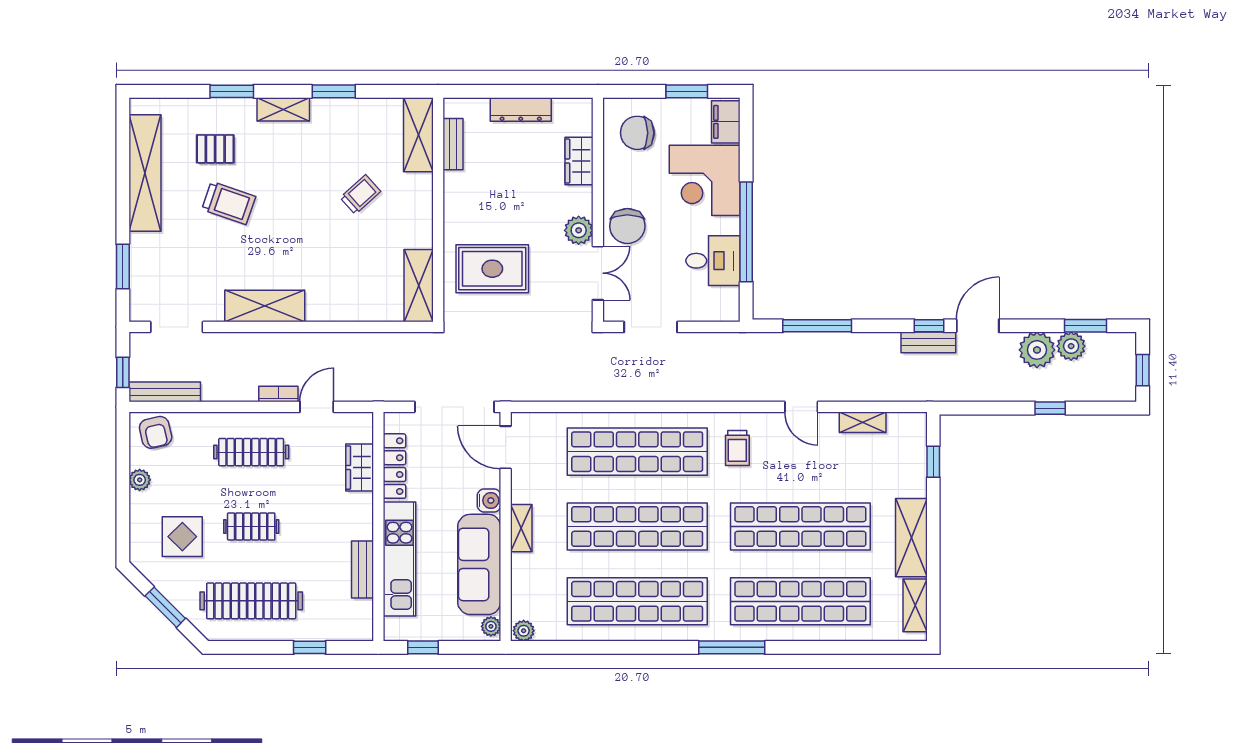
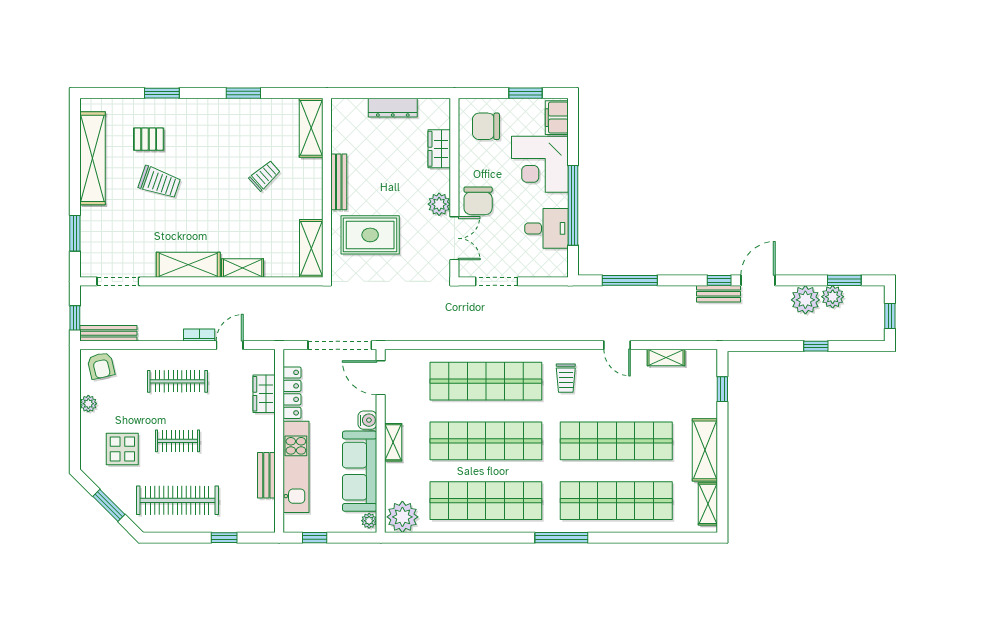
shelving: (283, 109) -> (243, 268), moved
bench: (453, 144) -> (339, 182), moved, width x1.36
plant: (524, 631) -> (402, 517), width x1.87, depth x1.87

